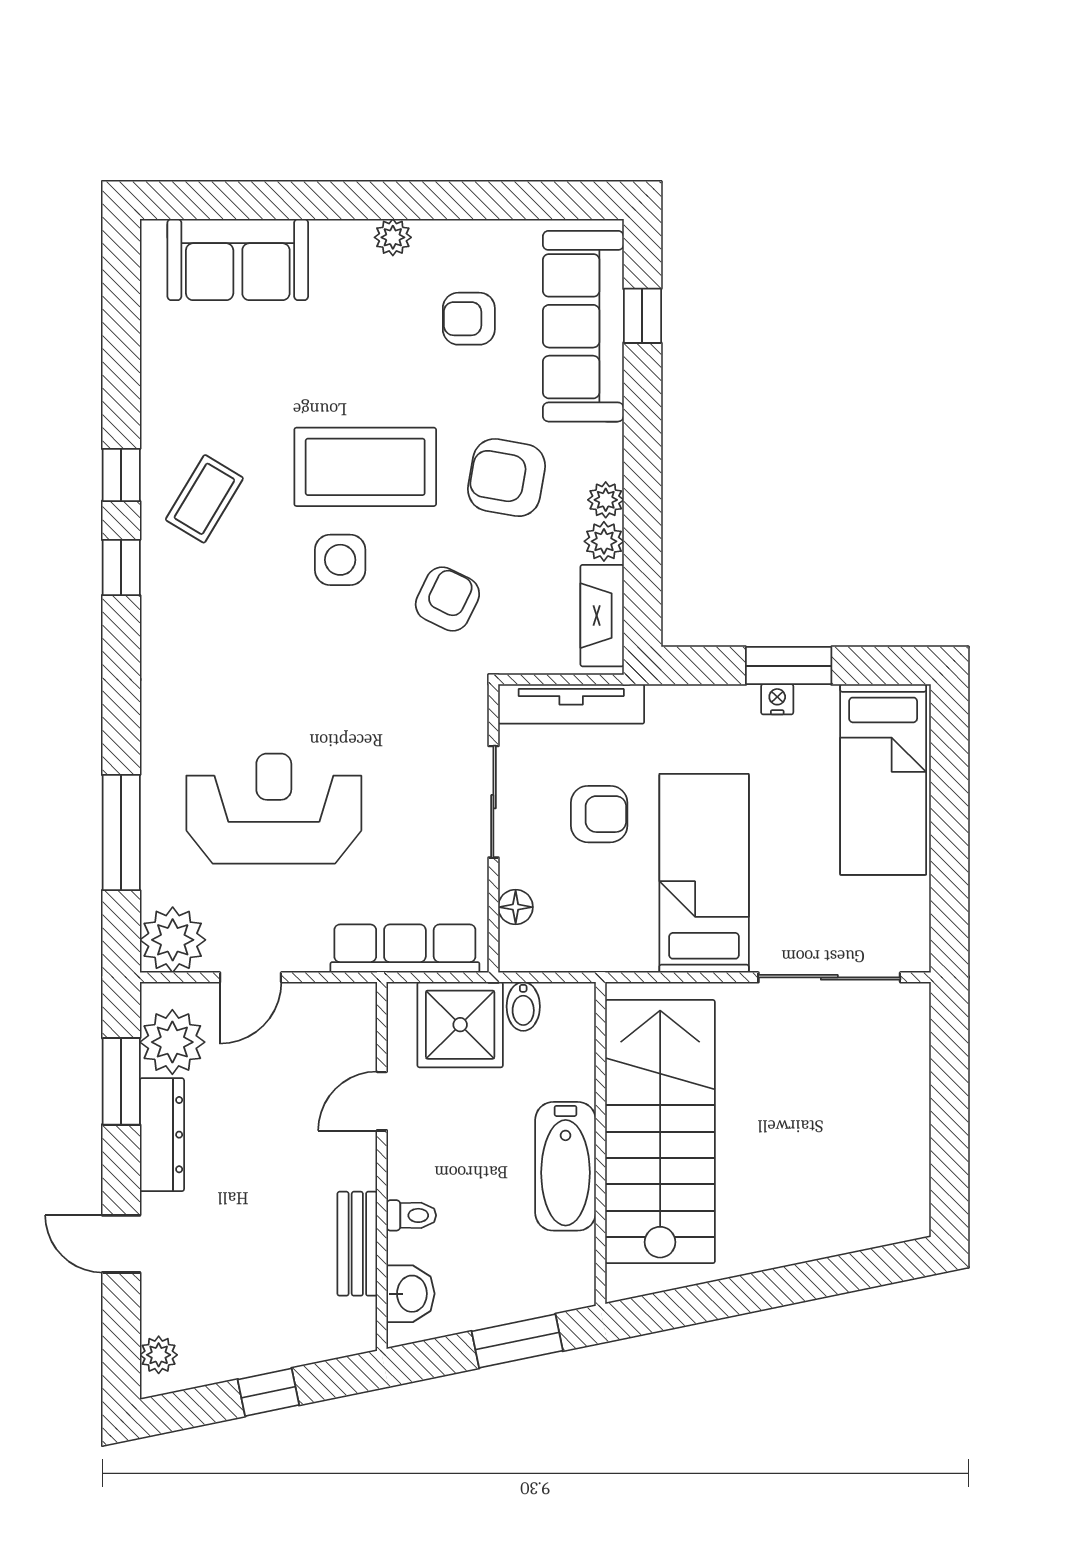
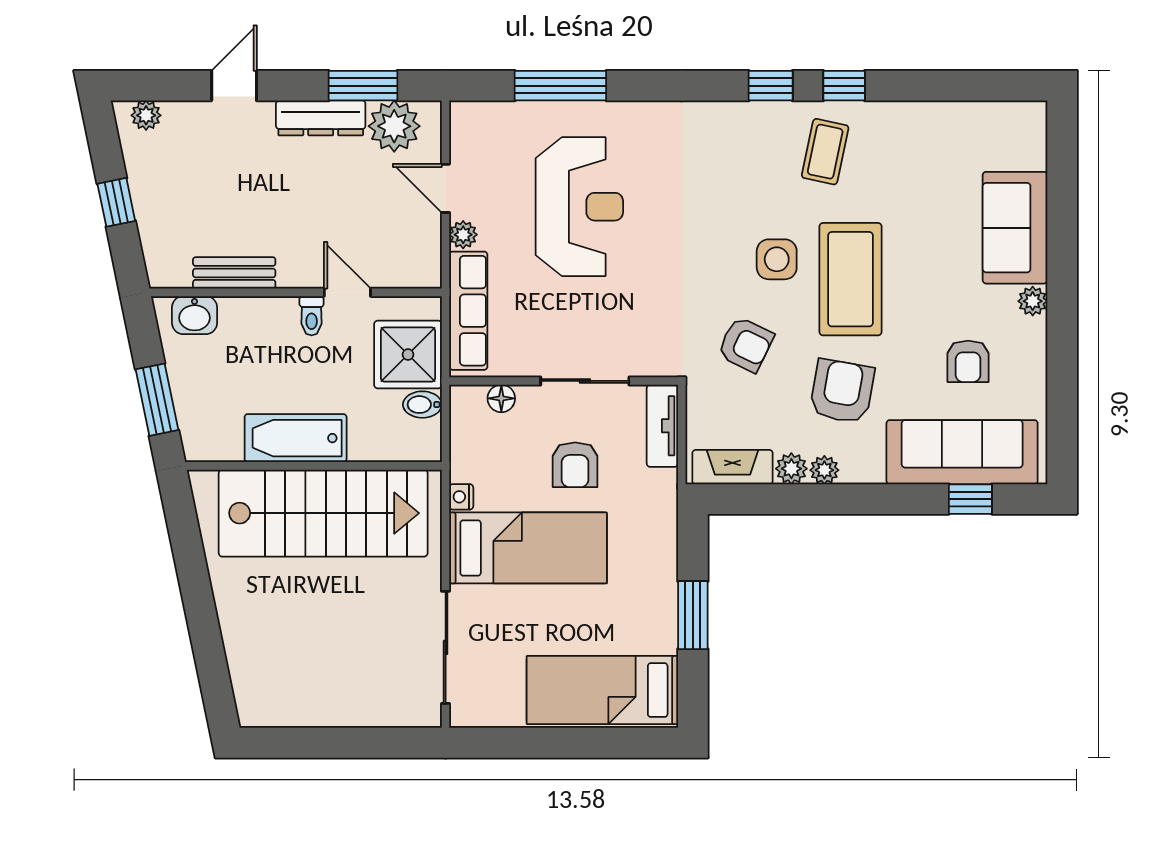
sofa: (238, 260) -> (1015, 228), moved
armchair: (469, 319) -> (968, 361), turned 180
coffee table: (204, 499) -> (825, 152), turned 71
nightstand: (777, 699) -> (461, 497), moved, turned 180
tv unit: (571, 704) -> (662, 426), width x0.71
plant: (173, 940) -> (463, 235), moved, width x0.53, depth x0.53
toilet: (411, 1215) -> (312, 316), moved

